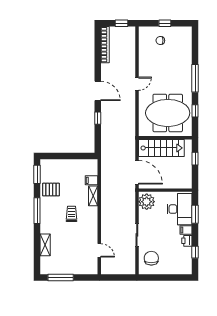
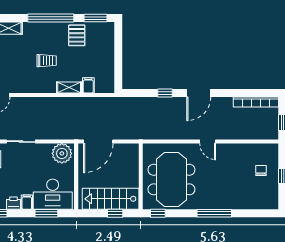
window: (195, 111) -> (158, 213), moved
stairs: (161, 148) -> (111, 199), moved, turned 90
window: (37, 211) -> (51, 18), width x1.46

